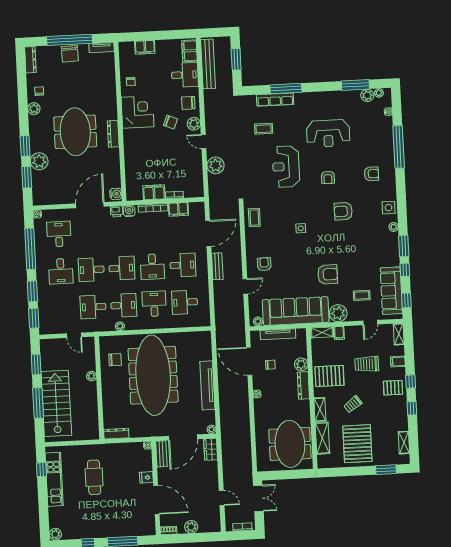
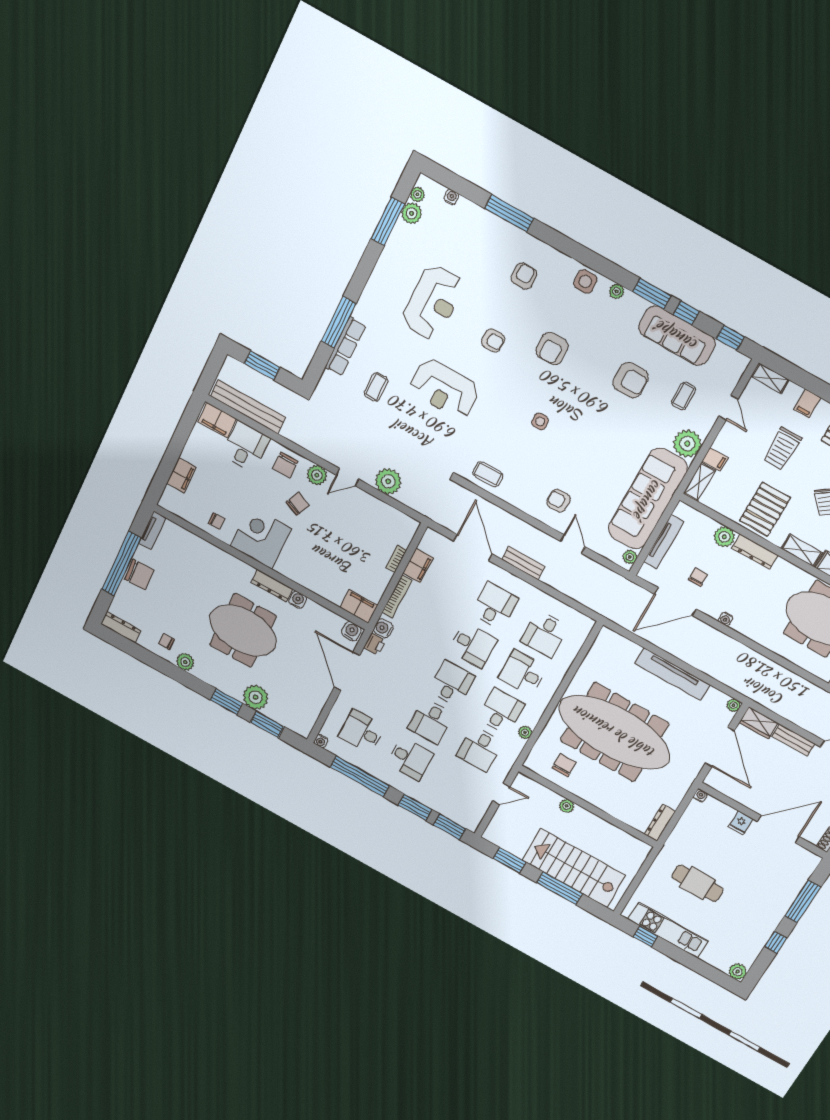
window: (399, 147) -> (509, 213), width x0.68
water cooler: (114, 153) -> (298, 600), added
filing cabinet: (154, 192) -> (359, 606), moved, turned 90
armchair: (328, 274) -> (631, 380), moved, turned 90
sofa: (391, 291) -> (677, 336), moved
bench: (161, 454) -> (793, 740), moved

